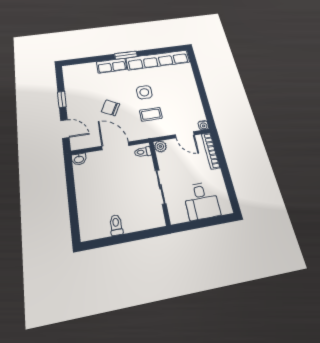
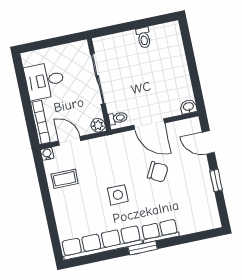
coffee table: (151, 114) -> (65, 179), moved
sliding door: (160, 187) -> (98, 79), width x1.37
desk: (201, 201) -> (45, 81), moved, turned -90

